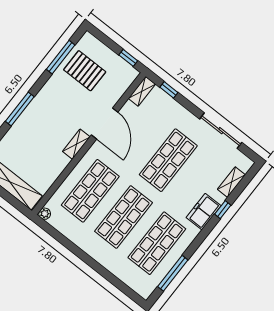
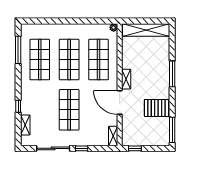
window: (61, 57) -> (172, 130), moved
pallet: (85, 71) -> (156, 108), moved
window: (169, 90) -> (82, 148), moved
freezer: (204, 212) -> (28, 97), removed

